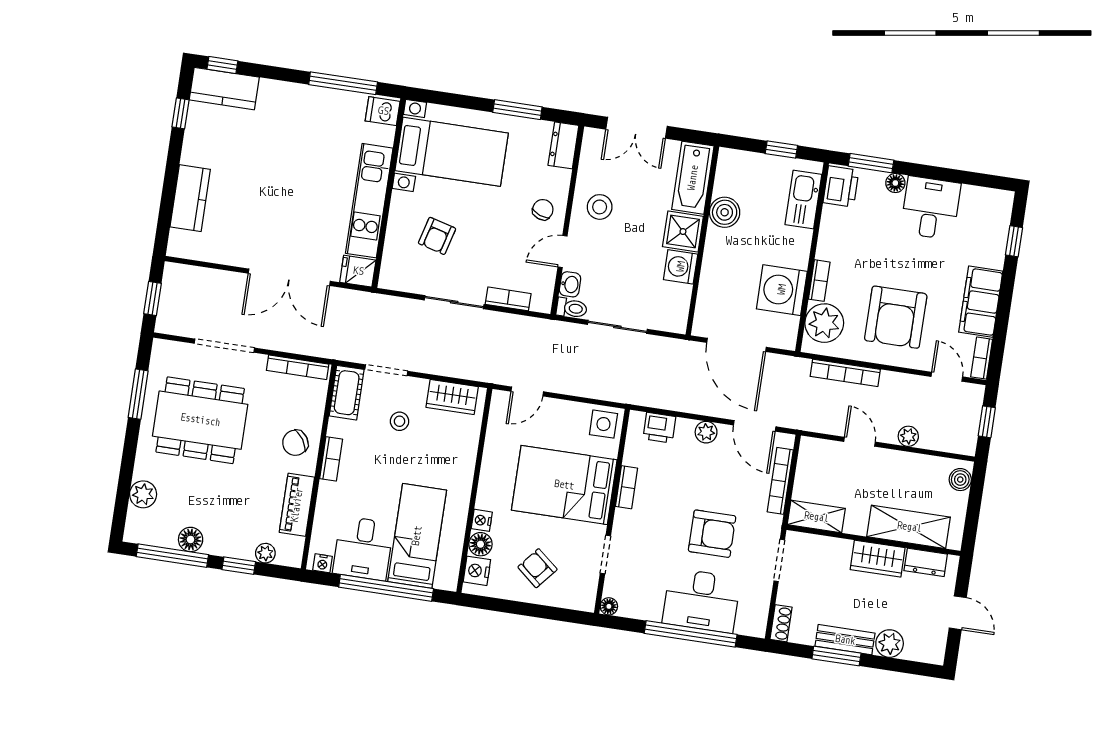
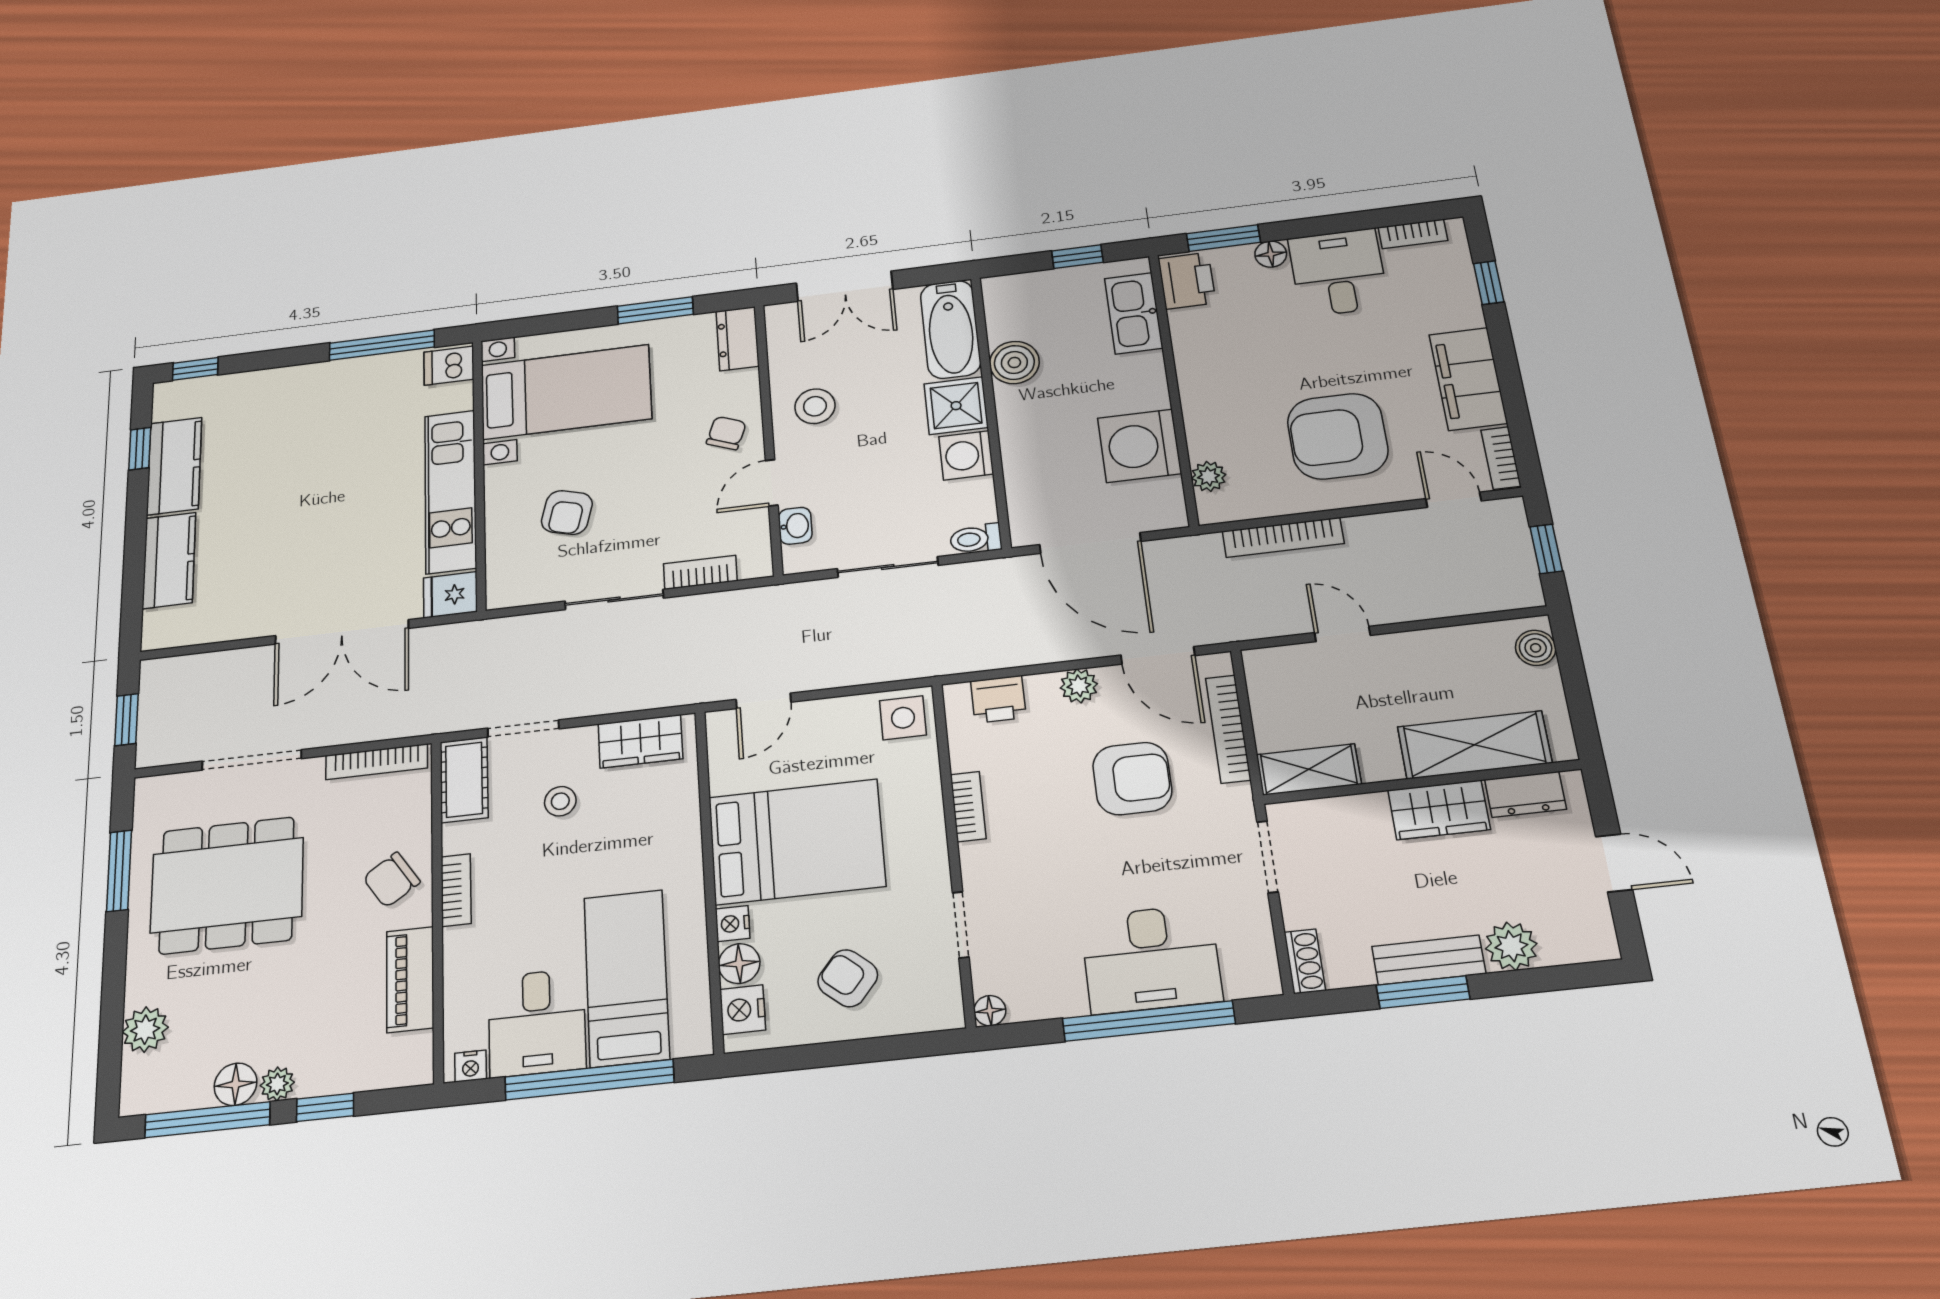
kitchen counter: (224, 89) -> (174, 466), moved, turned -90
bookcase: (819, 281) -> (1413, 234), moved, turned 90
toilet: (572, 308) -> (976, 539), moved, turned 180
armchair: (896, 317) -> (1338, 436), turned 90
plant: (824, 323) -> (1209, 476), width x0.53, depth x0.53
plant: (908, 436) -> (1422, 605), removed
bed: (564, 485) -> (797, 842), moved, turned 180
armchair: (712, 534) -> (1132, 778), moved
plant: (265, 553) -> (277, 1084), moved

